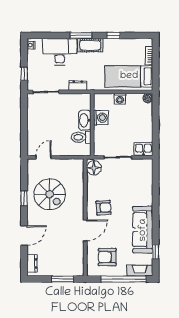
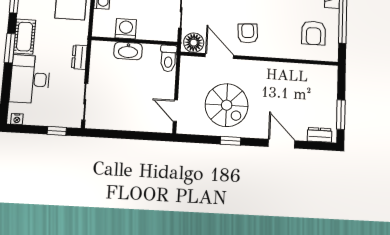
toilet: (81, 137) -> (168, 58), moved
spiral stairs: (50, 194) -> (227, 105), turned 90
door: (85, 230) -> (219, 56), moved
window: (63, 279) -> (341, 115), moved

